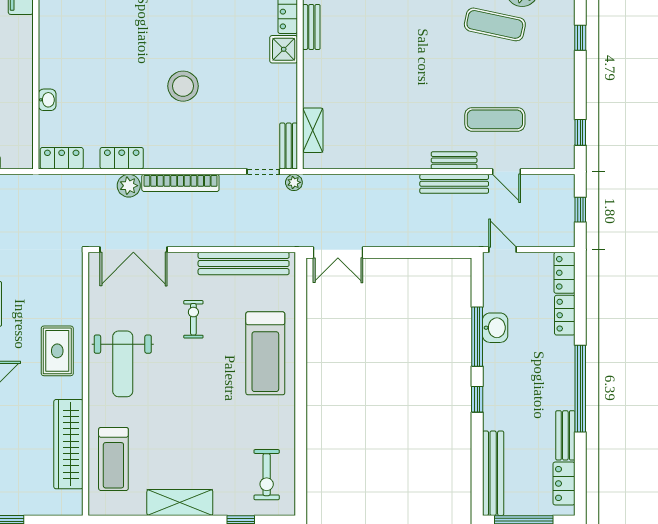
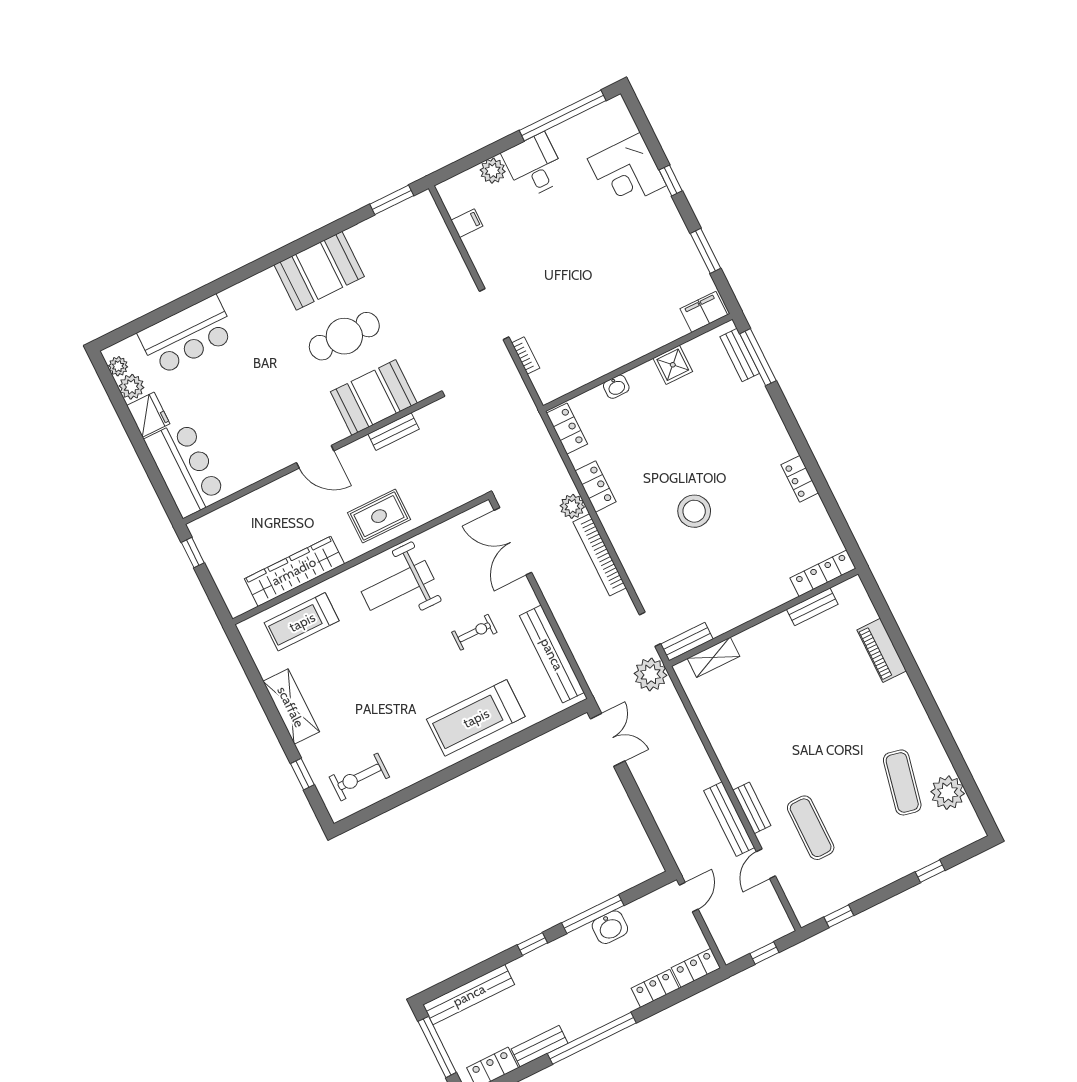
shower: (284, 49) -> (673, 365), moved
plant: (294, 182) -> (651, 674), width x1.88, depth x1.88
double door: (338, 252) -> (608, 740), swing flipped

